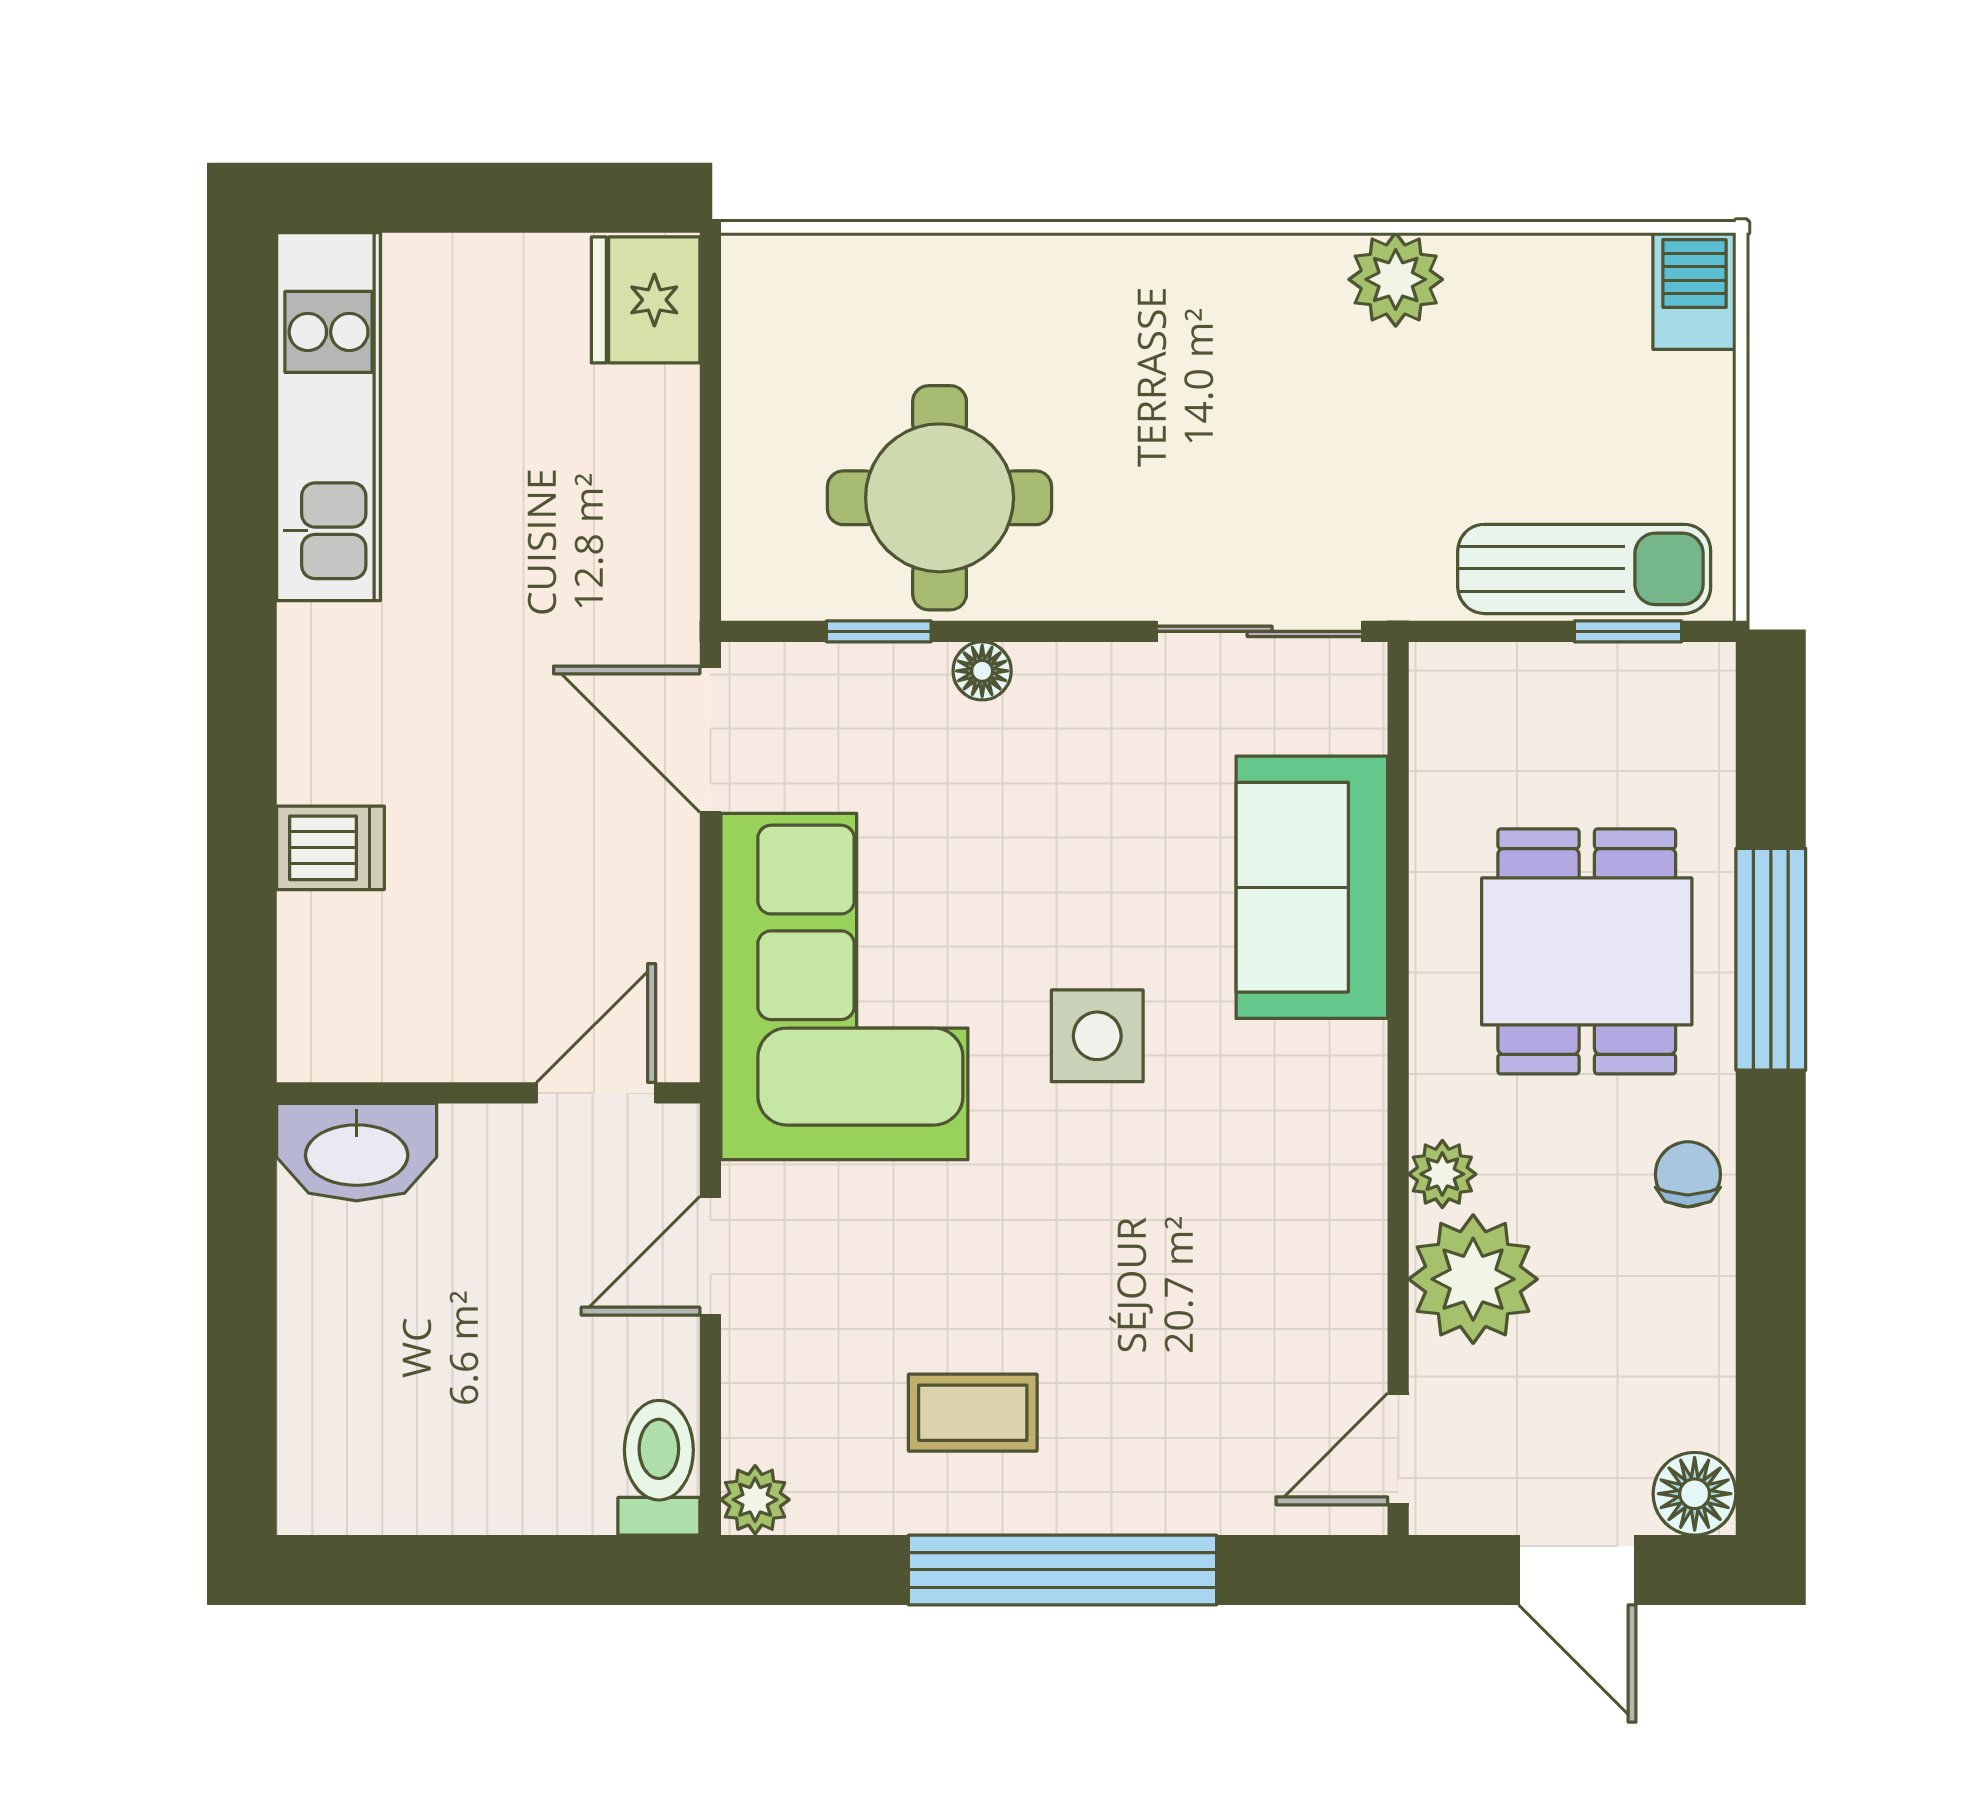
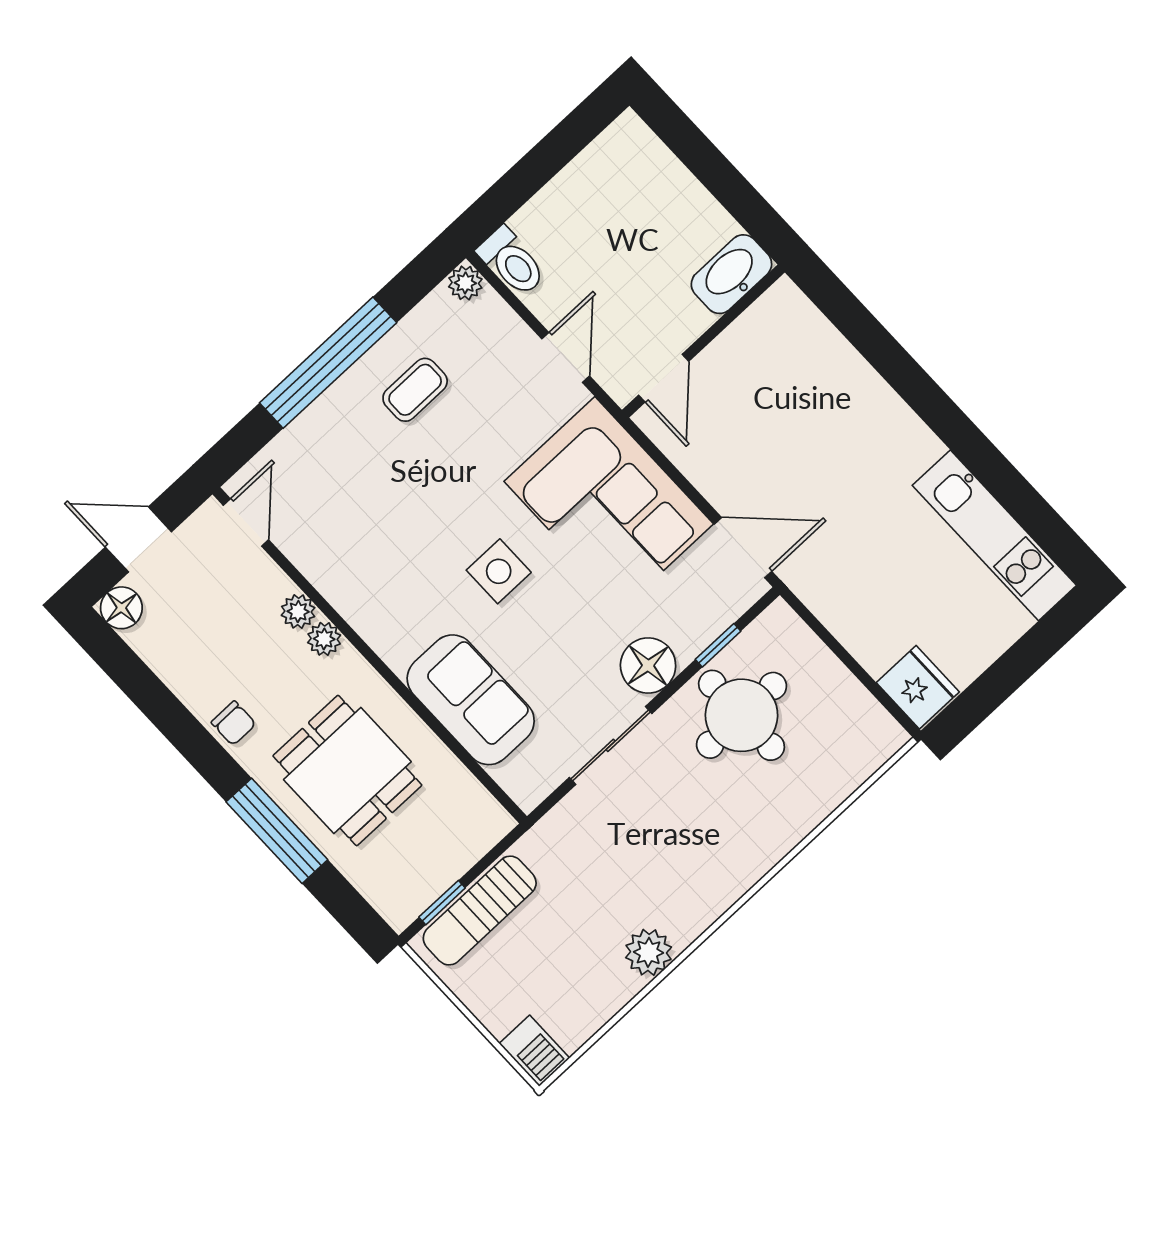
sliding door: (1260, 631) -> (611, 745), moved
floor lamp: (982, 671) -> (648, 666), width x1.89, depth x1.89
dishwasher: (331, 848) -> (846, 377), removed
plant: (1473, 1279) -> (298, 612), width x0.53, depth x0.53

